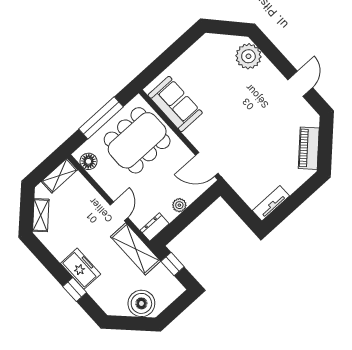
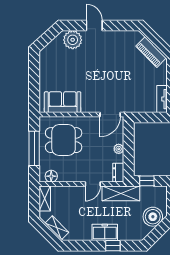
door: (300, 84) -> (94, 26), moved
dining table: (137, 140) -> (64, 140), width x0.73
door: (119, 211) -> (93, 184), swing flipped

